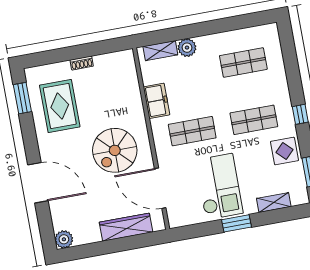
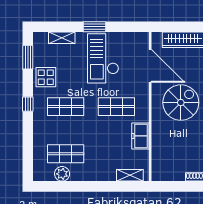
plant: (187, 48) -> (62, 174), moved

